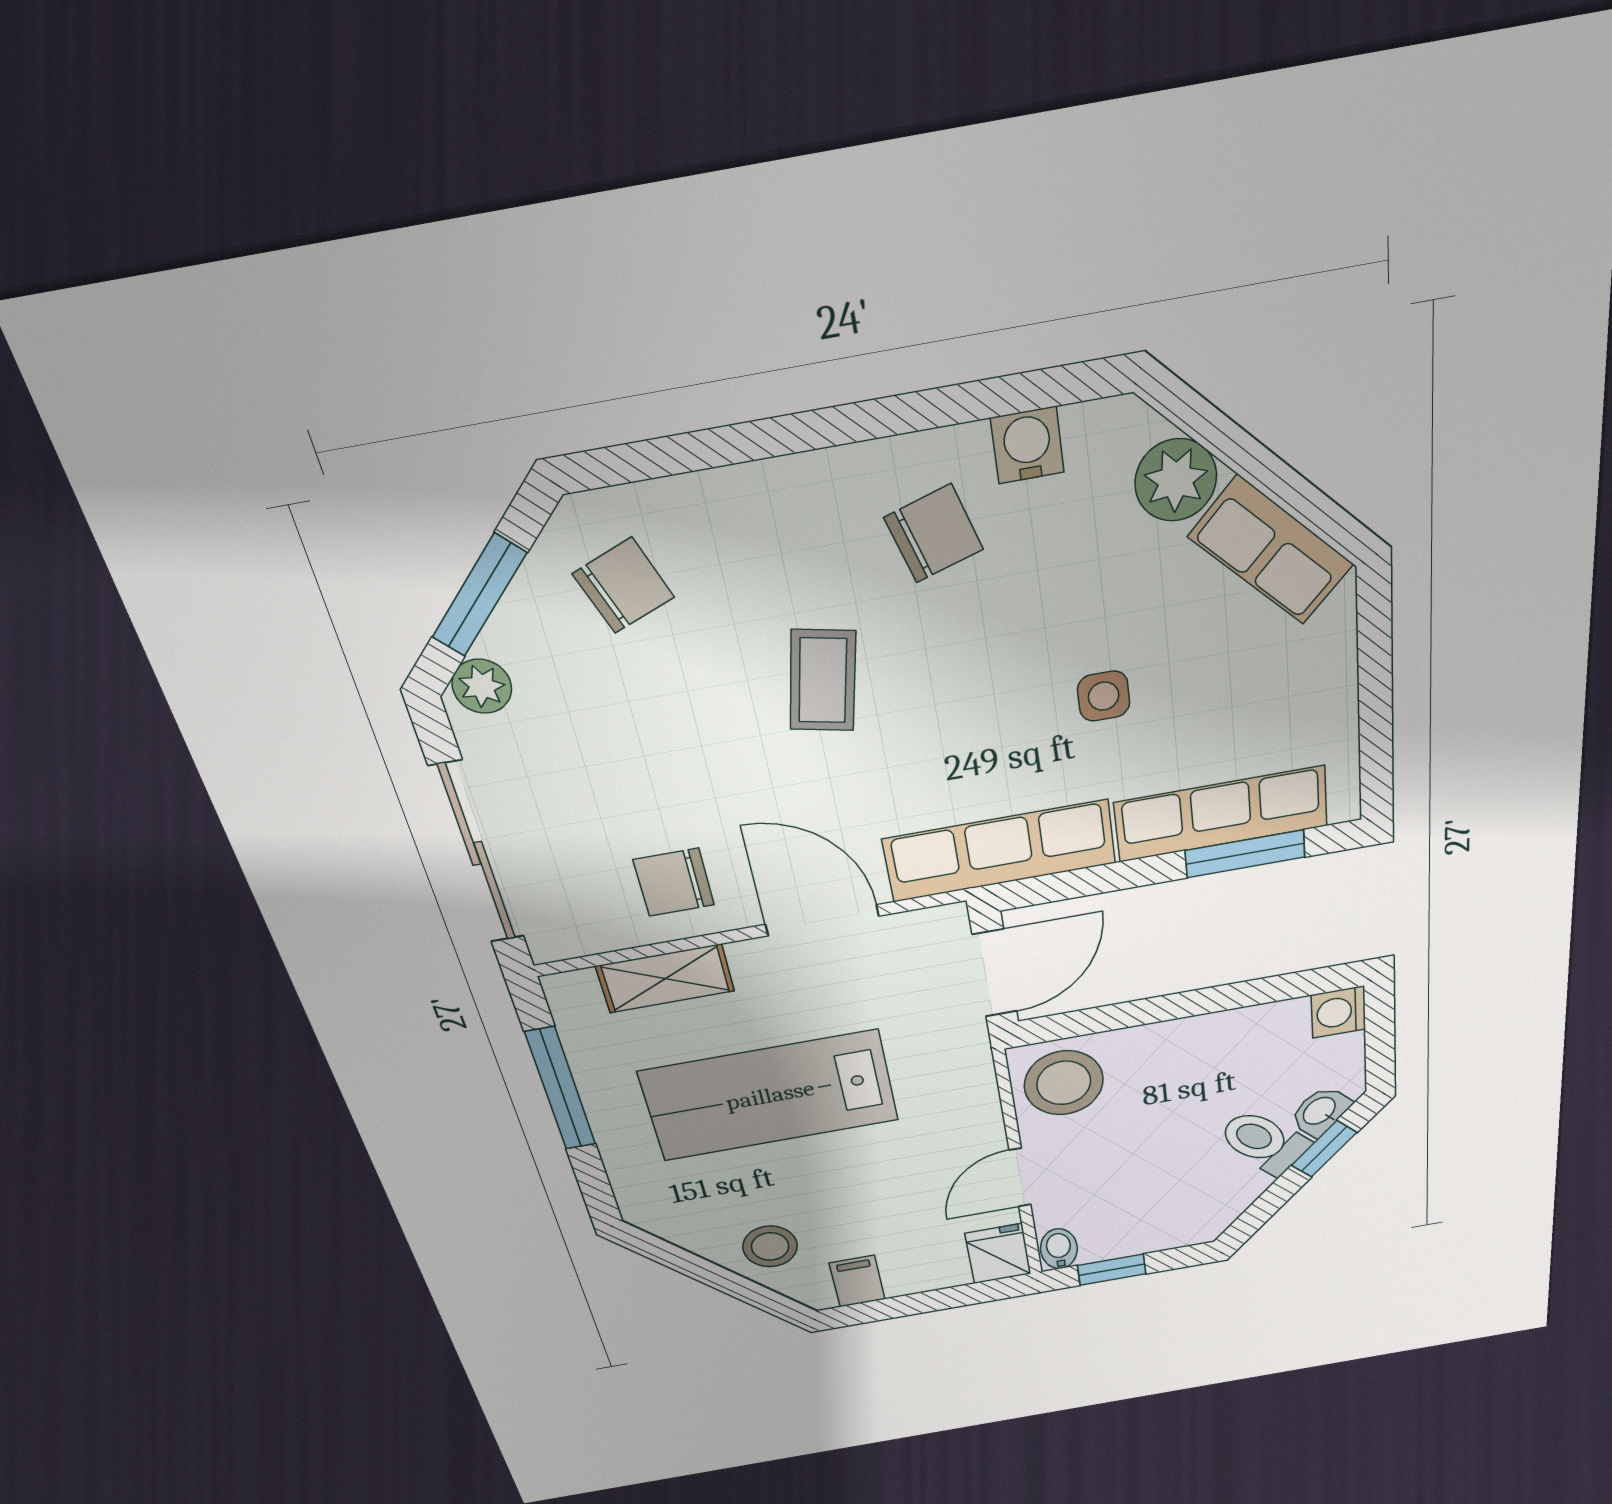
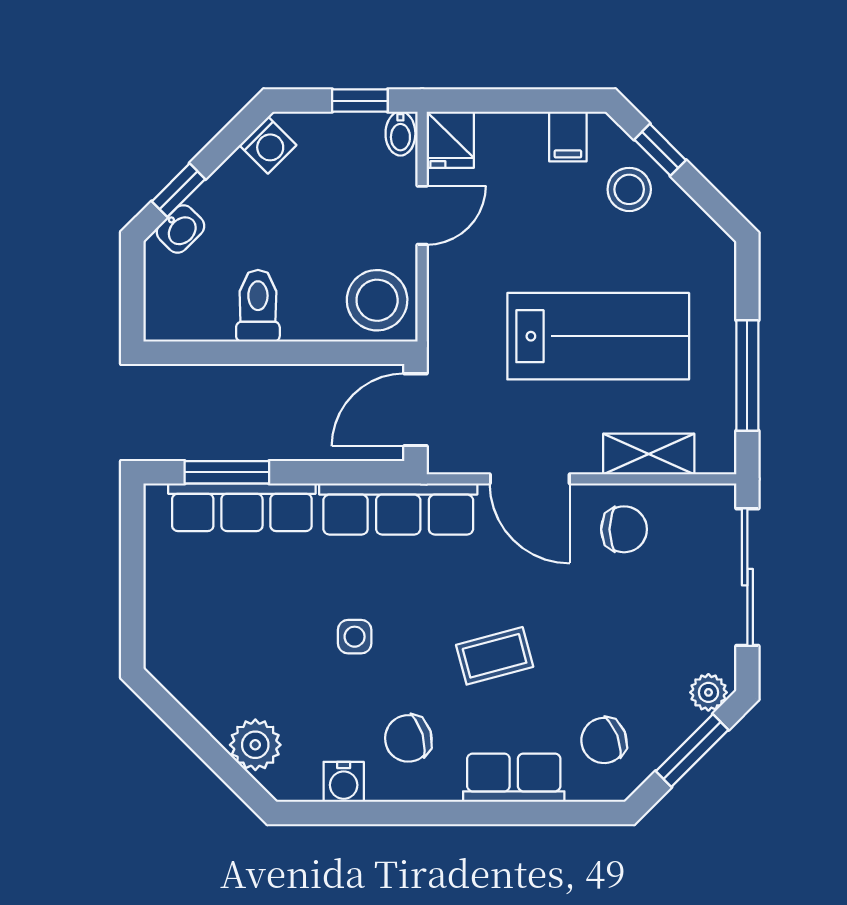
row of seats: (1271, 550) -> (514, 778), moved, turned -45
coffee table: (823, 681) -> (495, 656), turned 63
side table: (1104, 696) -> (355, 637), moved
washing machine: (1339, 1012) -> (268, 145), moved, turned 45
toilet: (1263, 1142) -> (258, 306), moved, turned -135
window: (743, 1289) -> (660, 150), added

